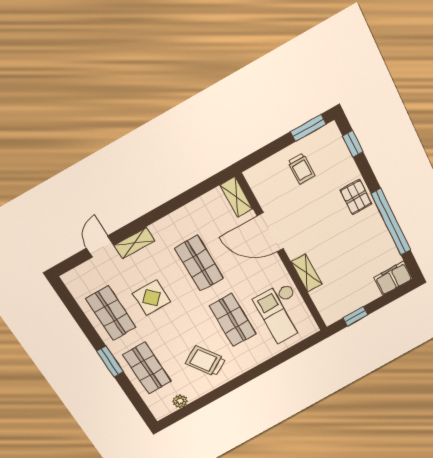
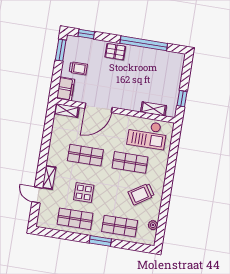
shelving: (307, 273) -> (154, 109), moved
filing cabinet: (393, 278) -> (66, 89), moved, turned 180

